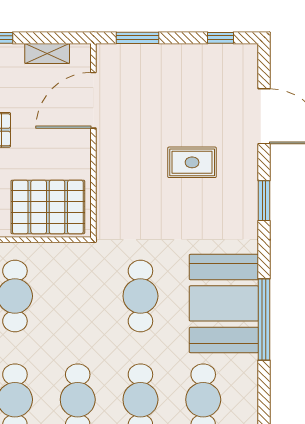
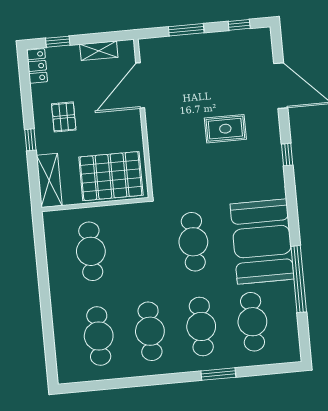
window: (138, 38) -> (186, 30), moved
window: (264, 201) -> (287, 155), width x0.67
window: (264, 320) -> (299, 279), moved

